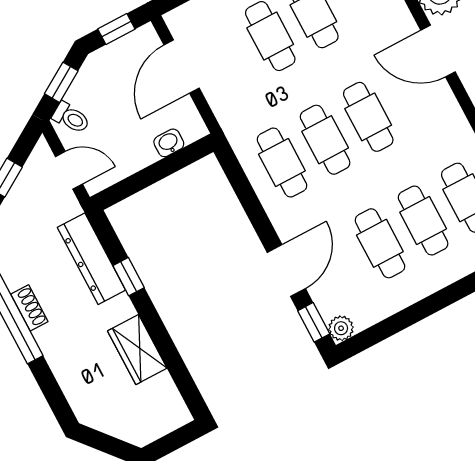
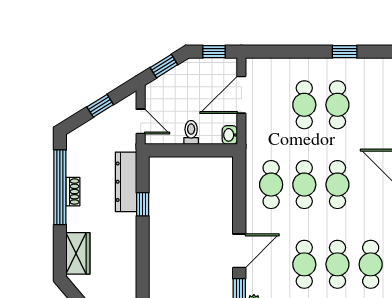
toilet: (71, 118) -> (191, 132), moved, turned -148
washbasin: (169, 143) -> (230, 135), moved, turned -90
wardrobe: (137, 350) -> (78, 253), moved, turned 180

